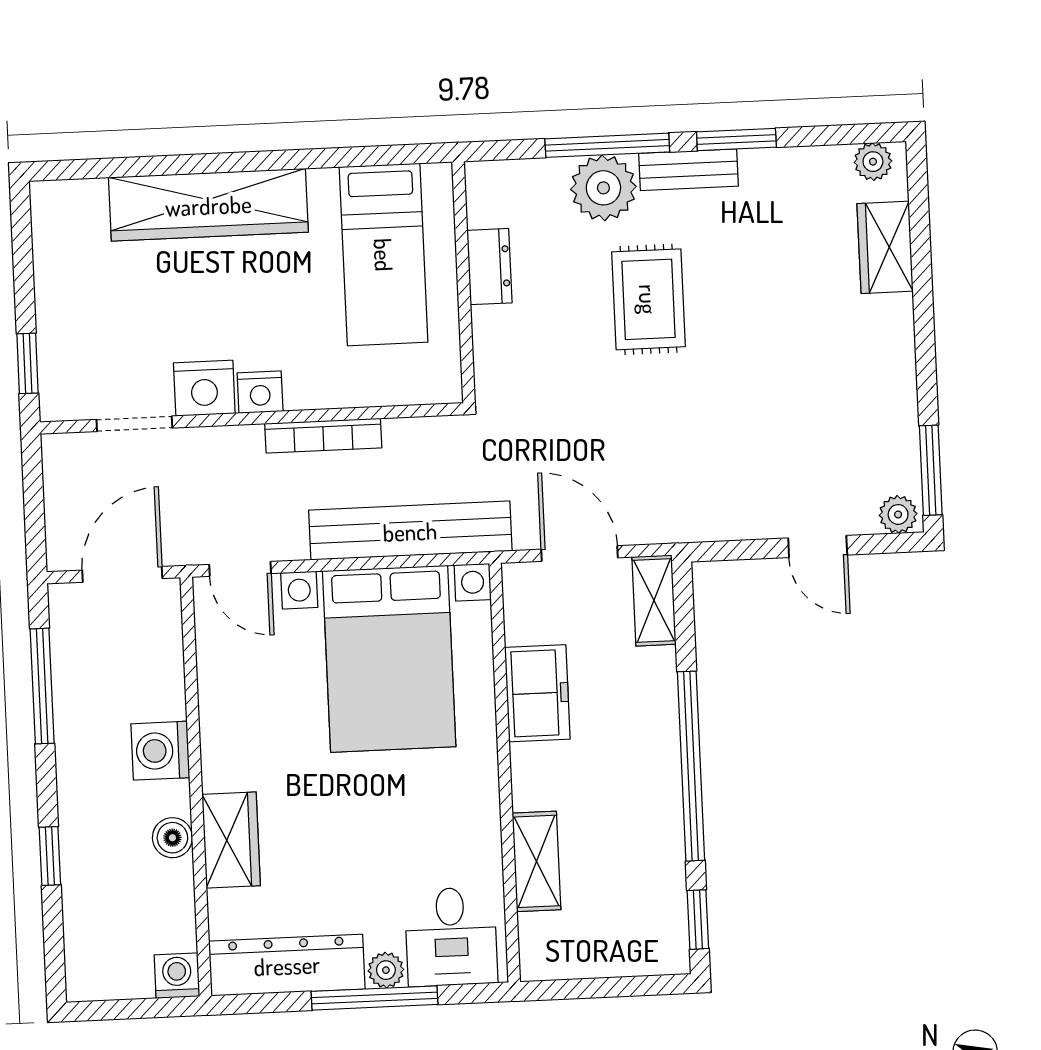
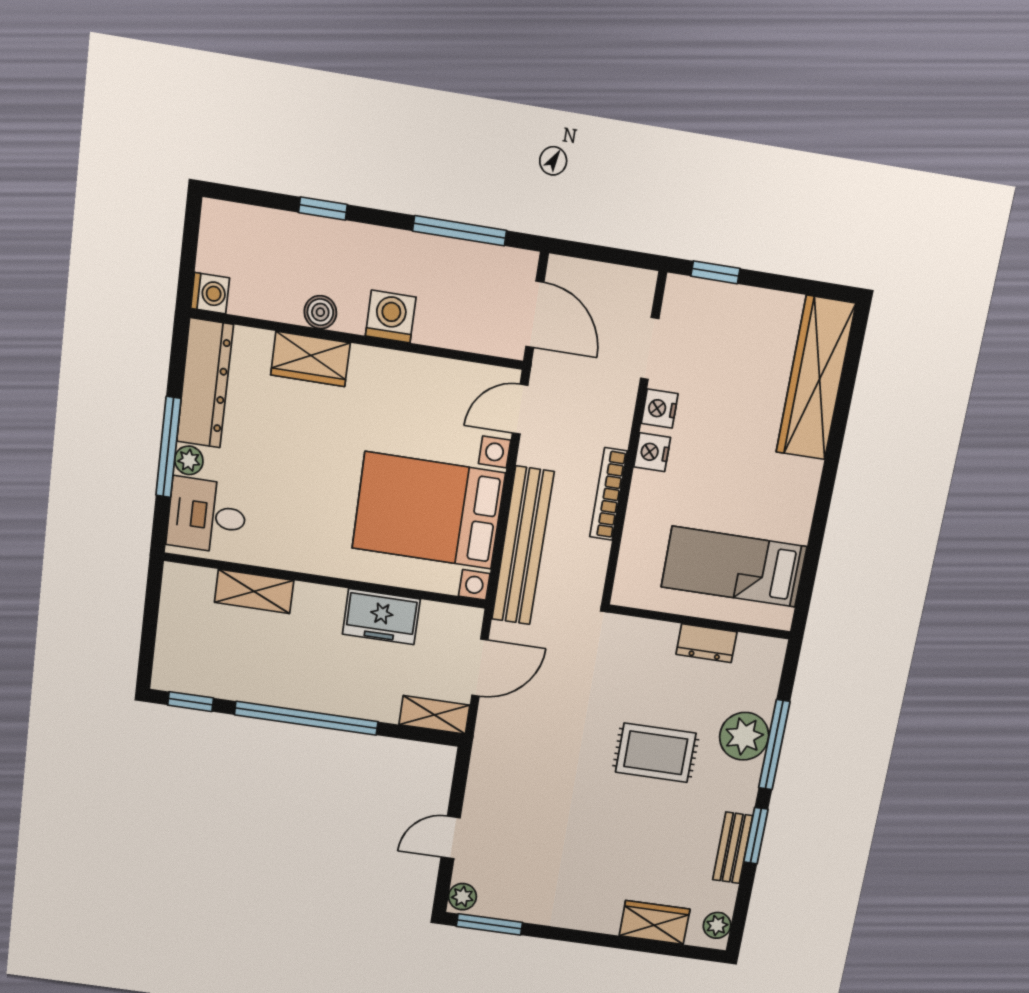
bench: (688, 170) -> (733, 848), moved
wardrobe: (208, 205) -> (816, 378), moved
nightstand: (204, 388) -> (660, 409), width x0.74, depth x0.75

